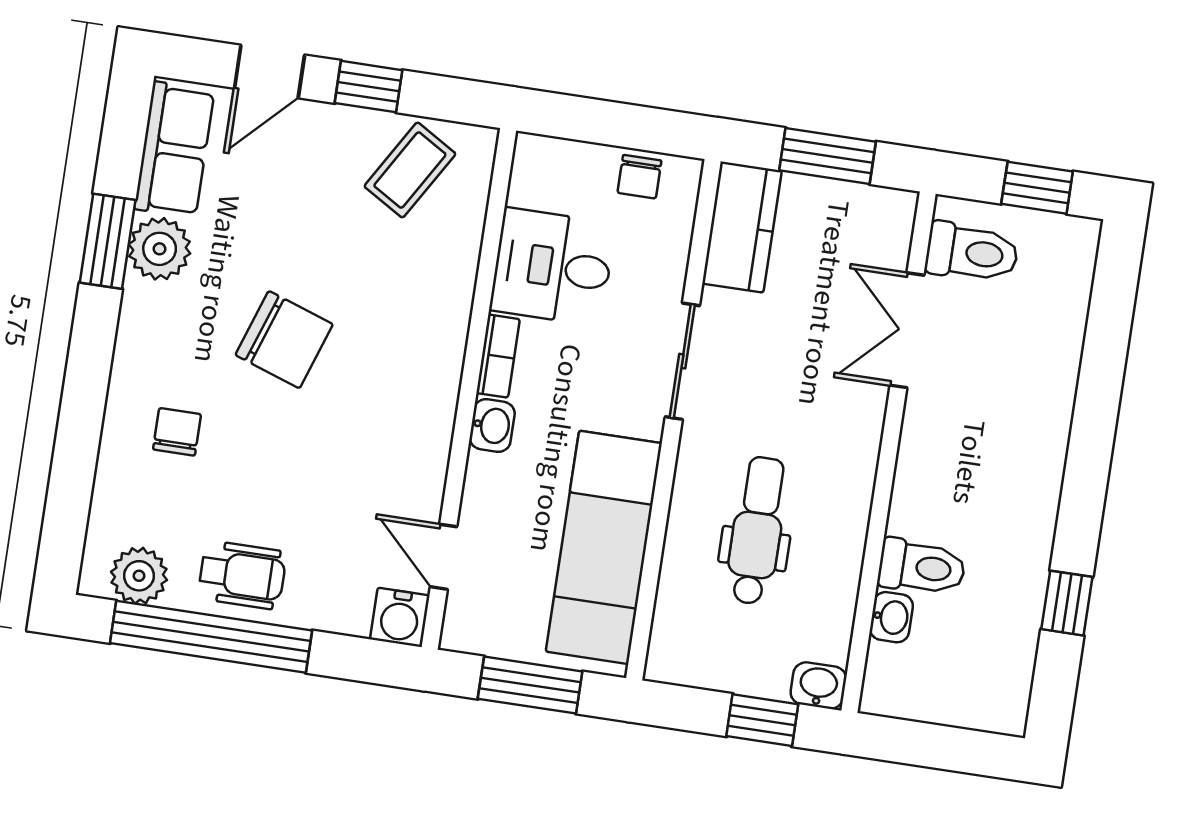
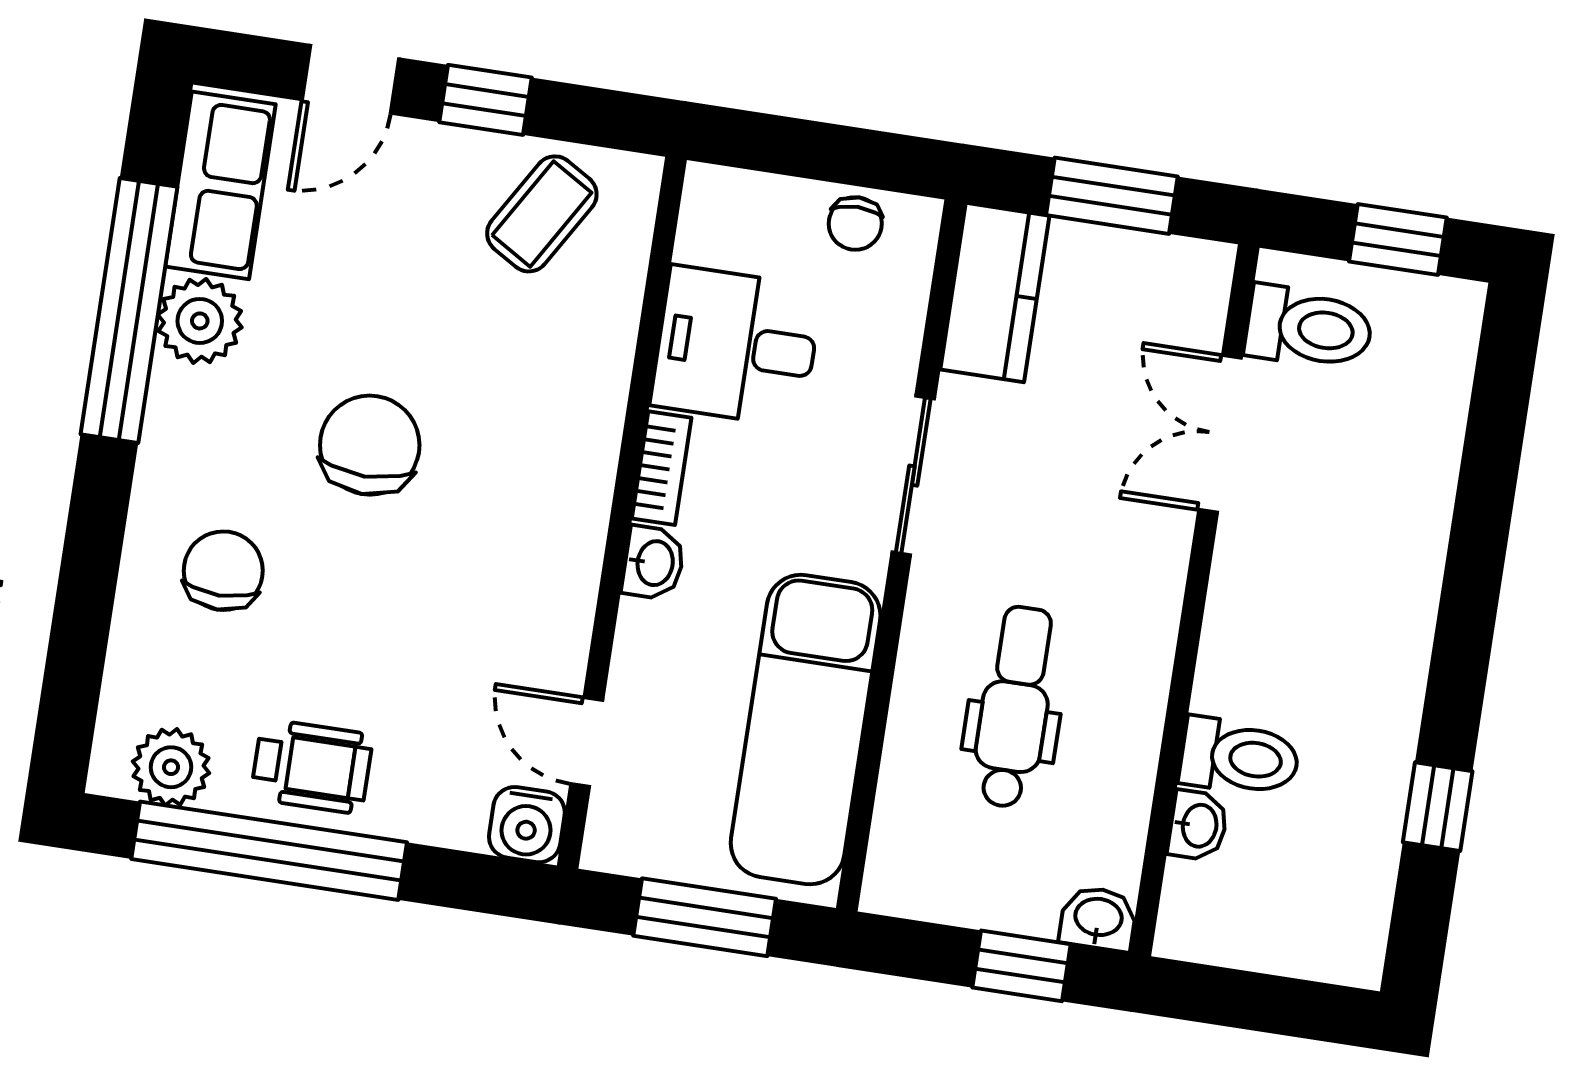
window: (108, 241) -> (129, 310), width x2.11
chair: (284, 340) -> (370, 445), turned -109
chair: (177, 432) -> (223, 571), width x1.37, depth x1.37

